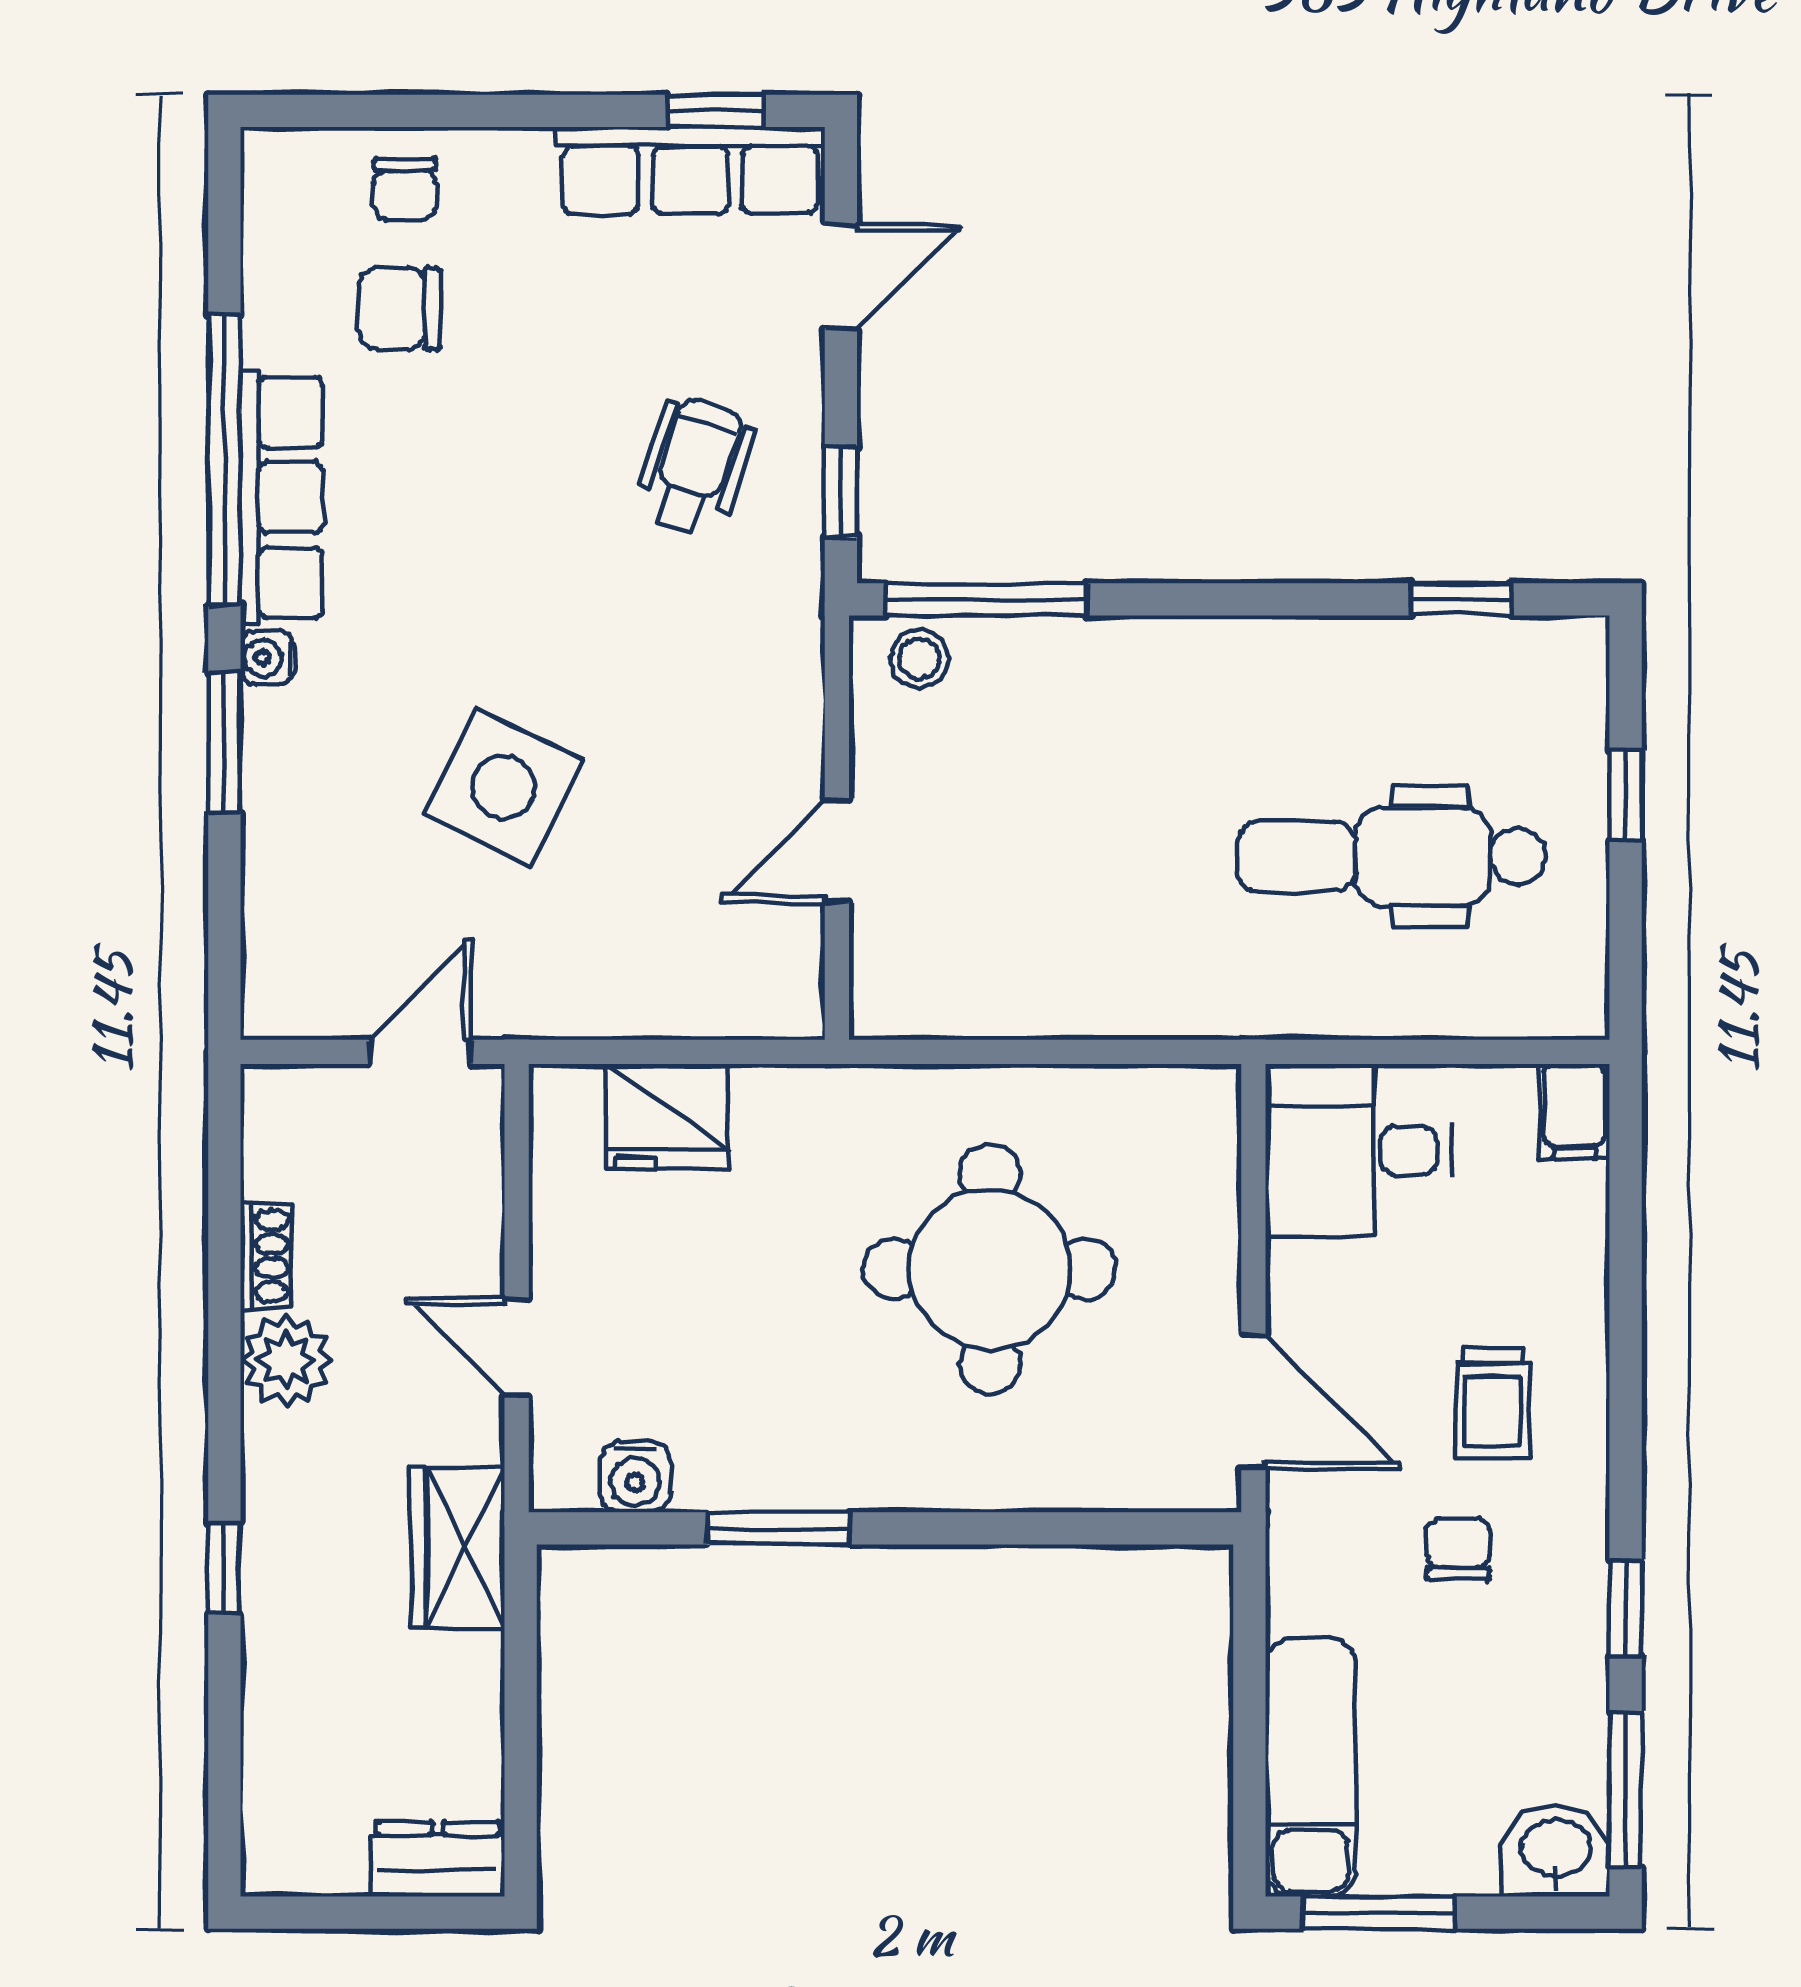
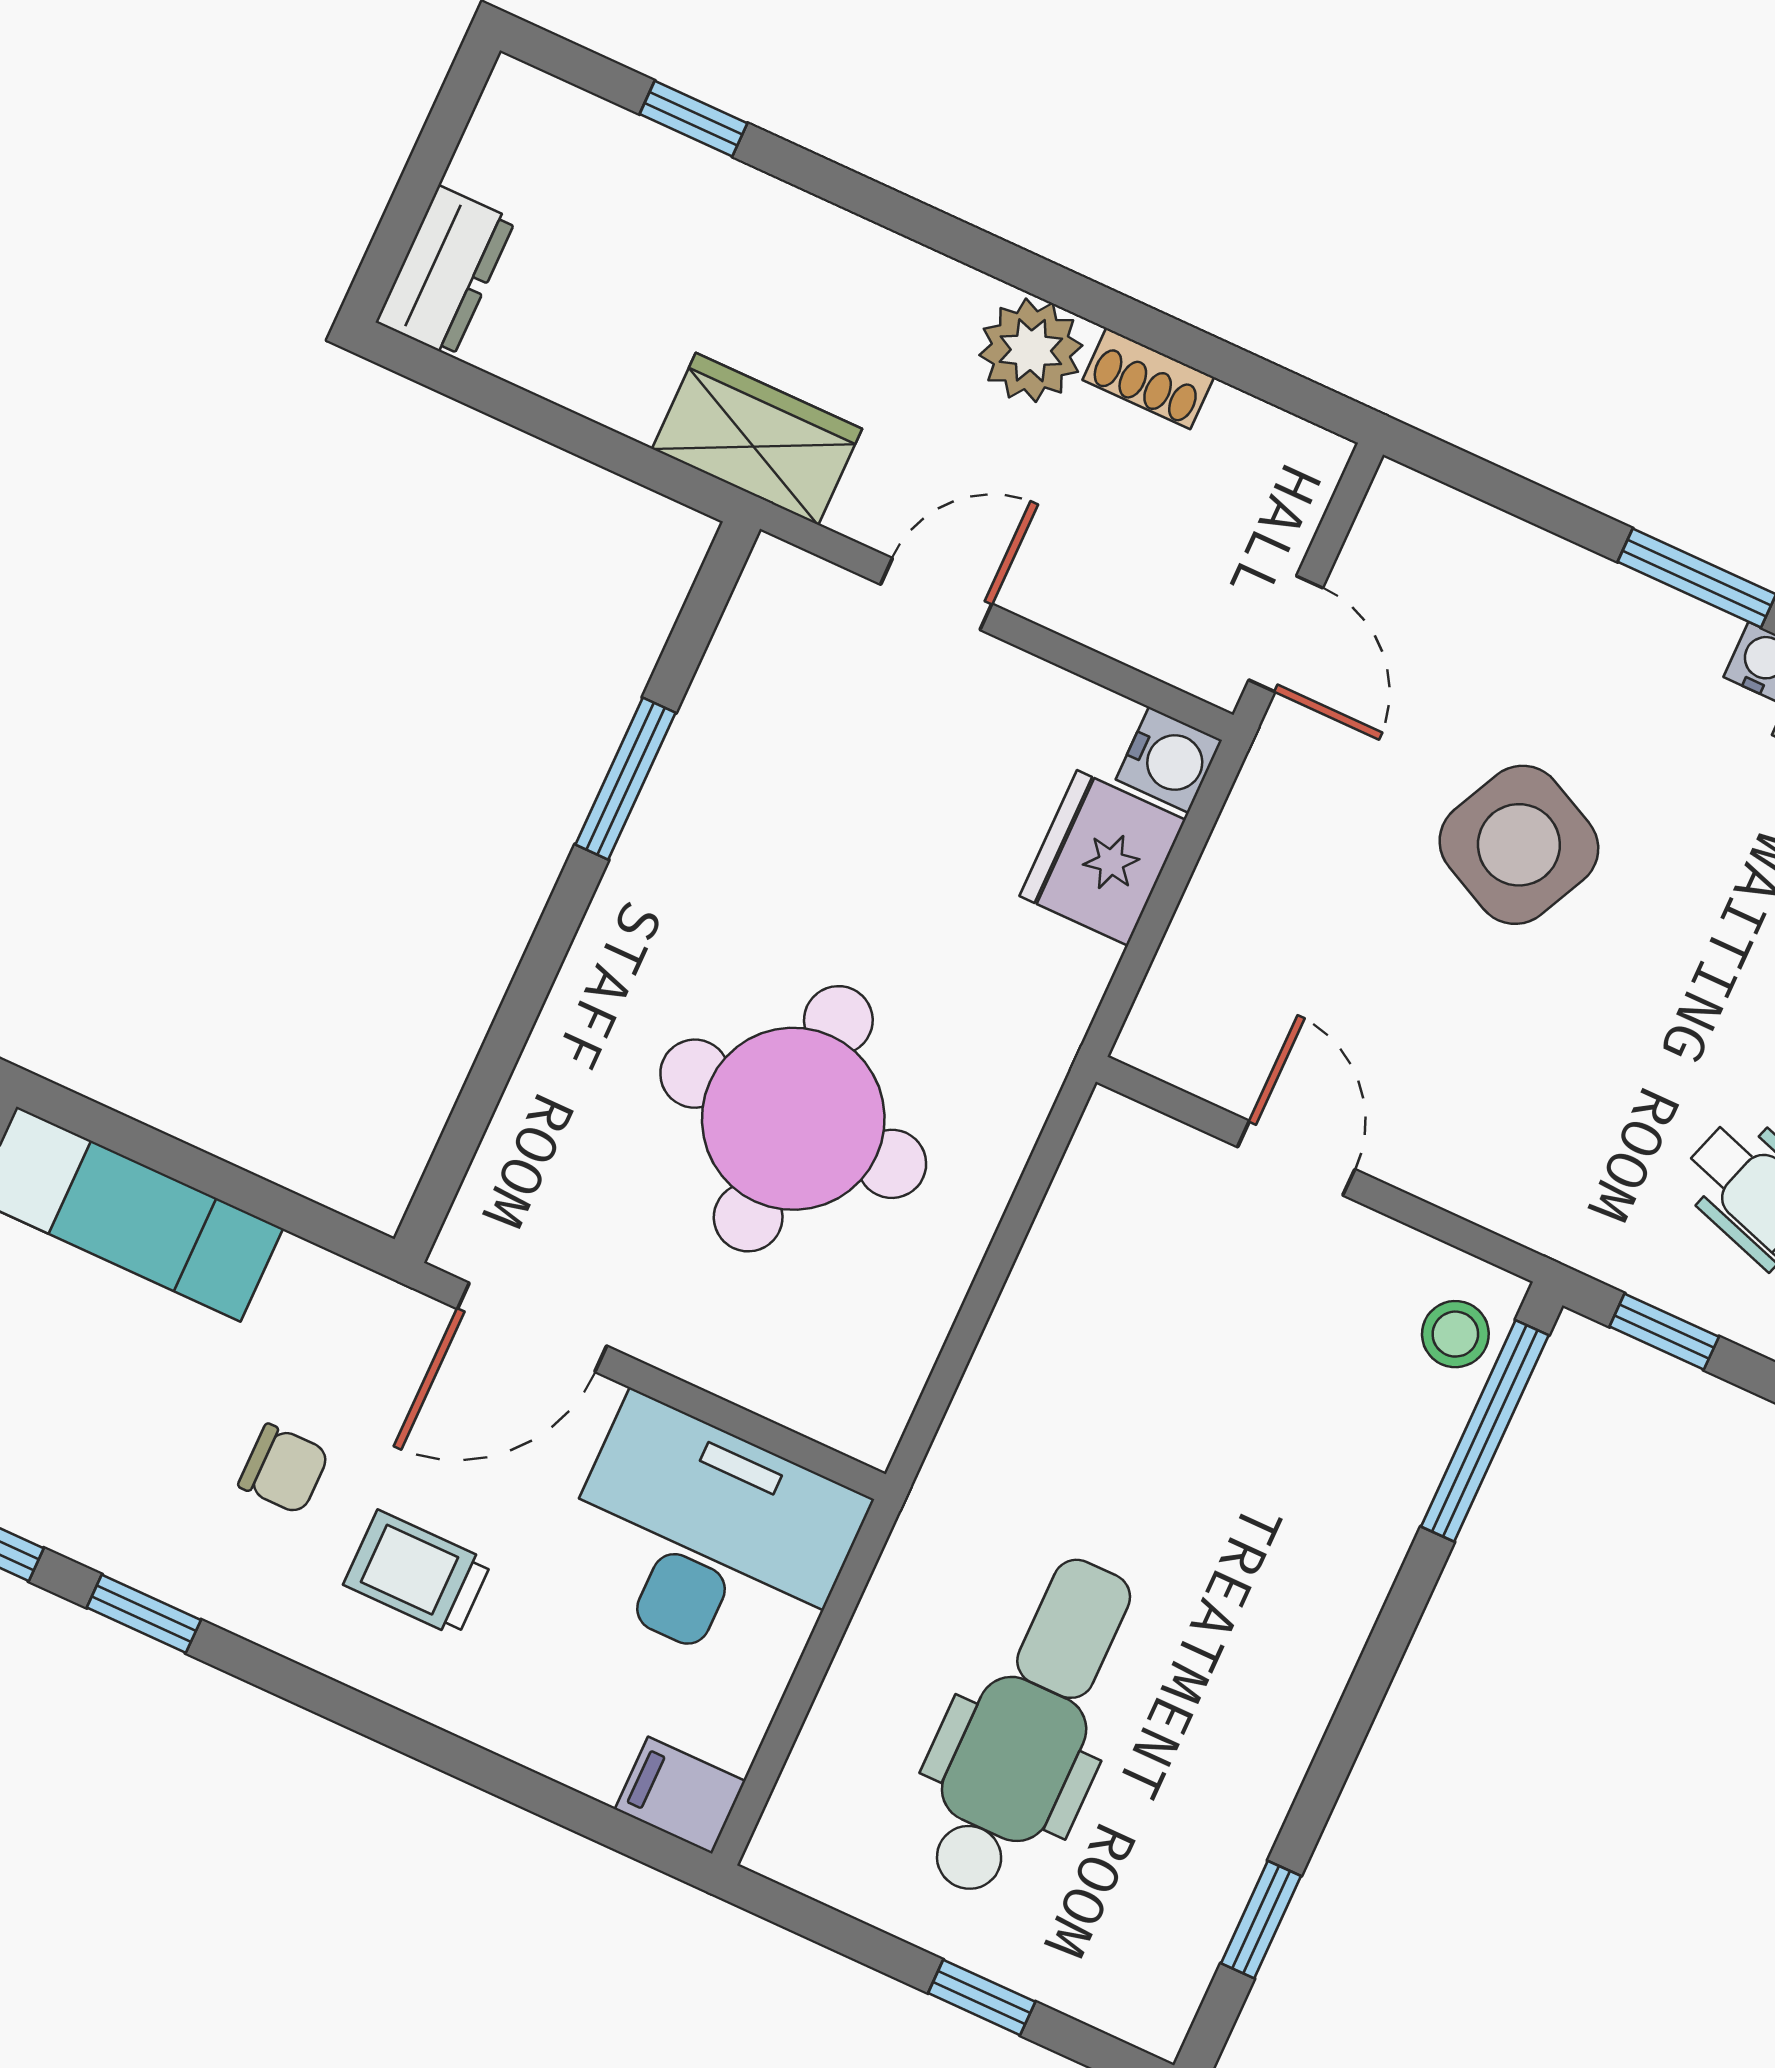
desk: (1359, 1150) -> (708, 1539), width x1.37
water cooler: (635, 1477) -> (1169, 760), moved, turned 180
window: (224, 1568) -> (693, 119), moved

